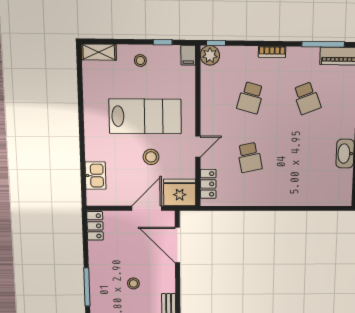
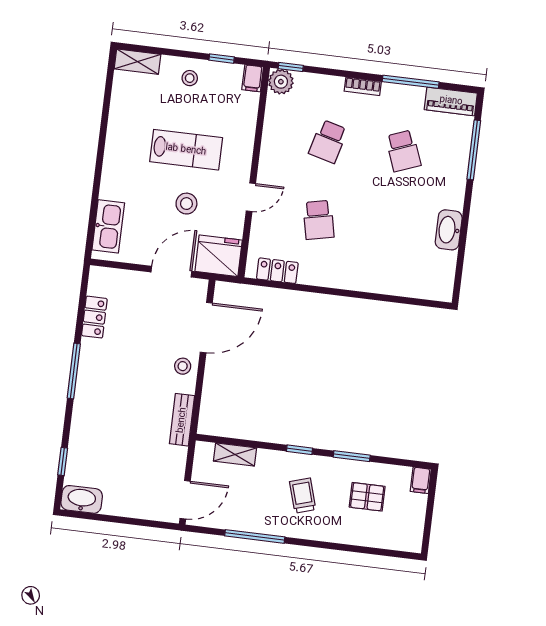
window: (323, 44) -> (411, 82), moved
lab bench: (145, 116) -> (186, 150), width x0.73, depth x0.72
kitchen sink: (96, 176) -> (108, 226), width x1.38
locker: (208, 184) -> (277, 271), moved, turned -90
locker: (95, 226) -> (94, 317), moved
door: (177, 245) -> (206, 328), swing flipped
stool: (133, 283) -> (183, 366), moved

